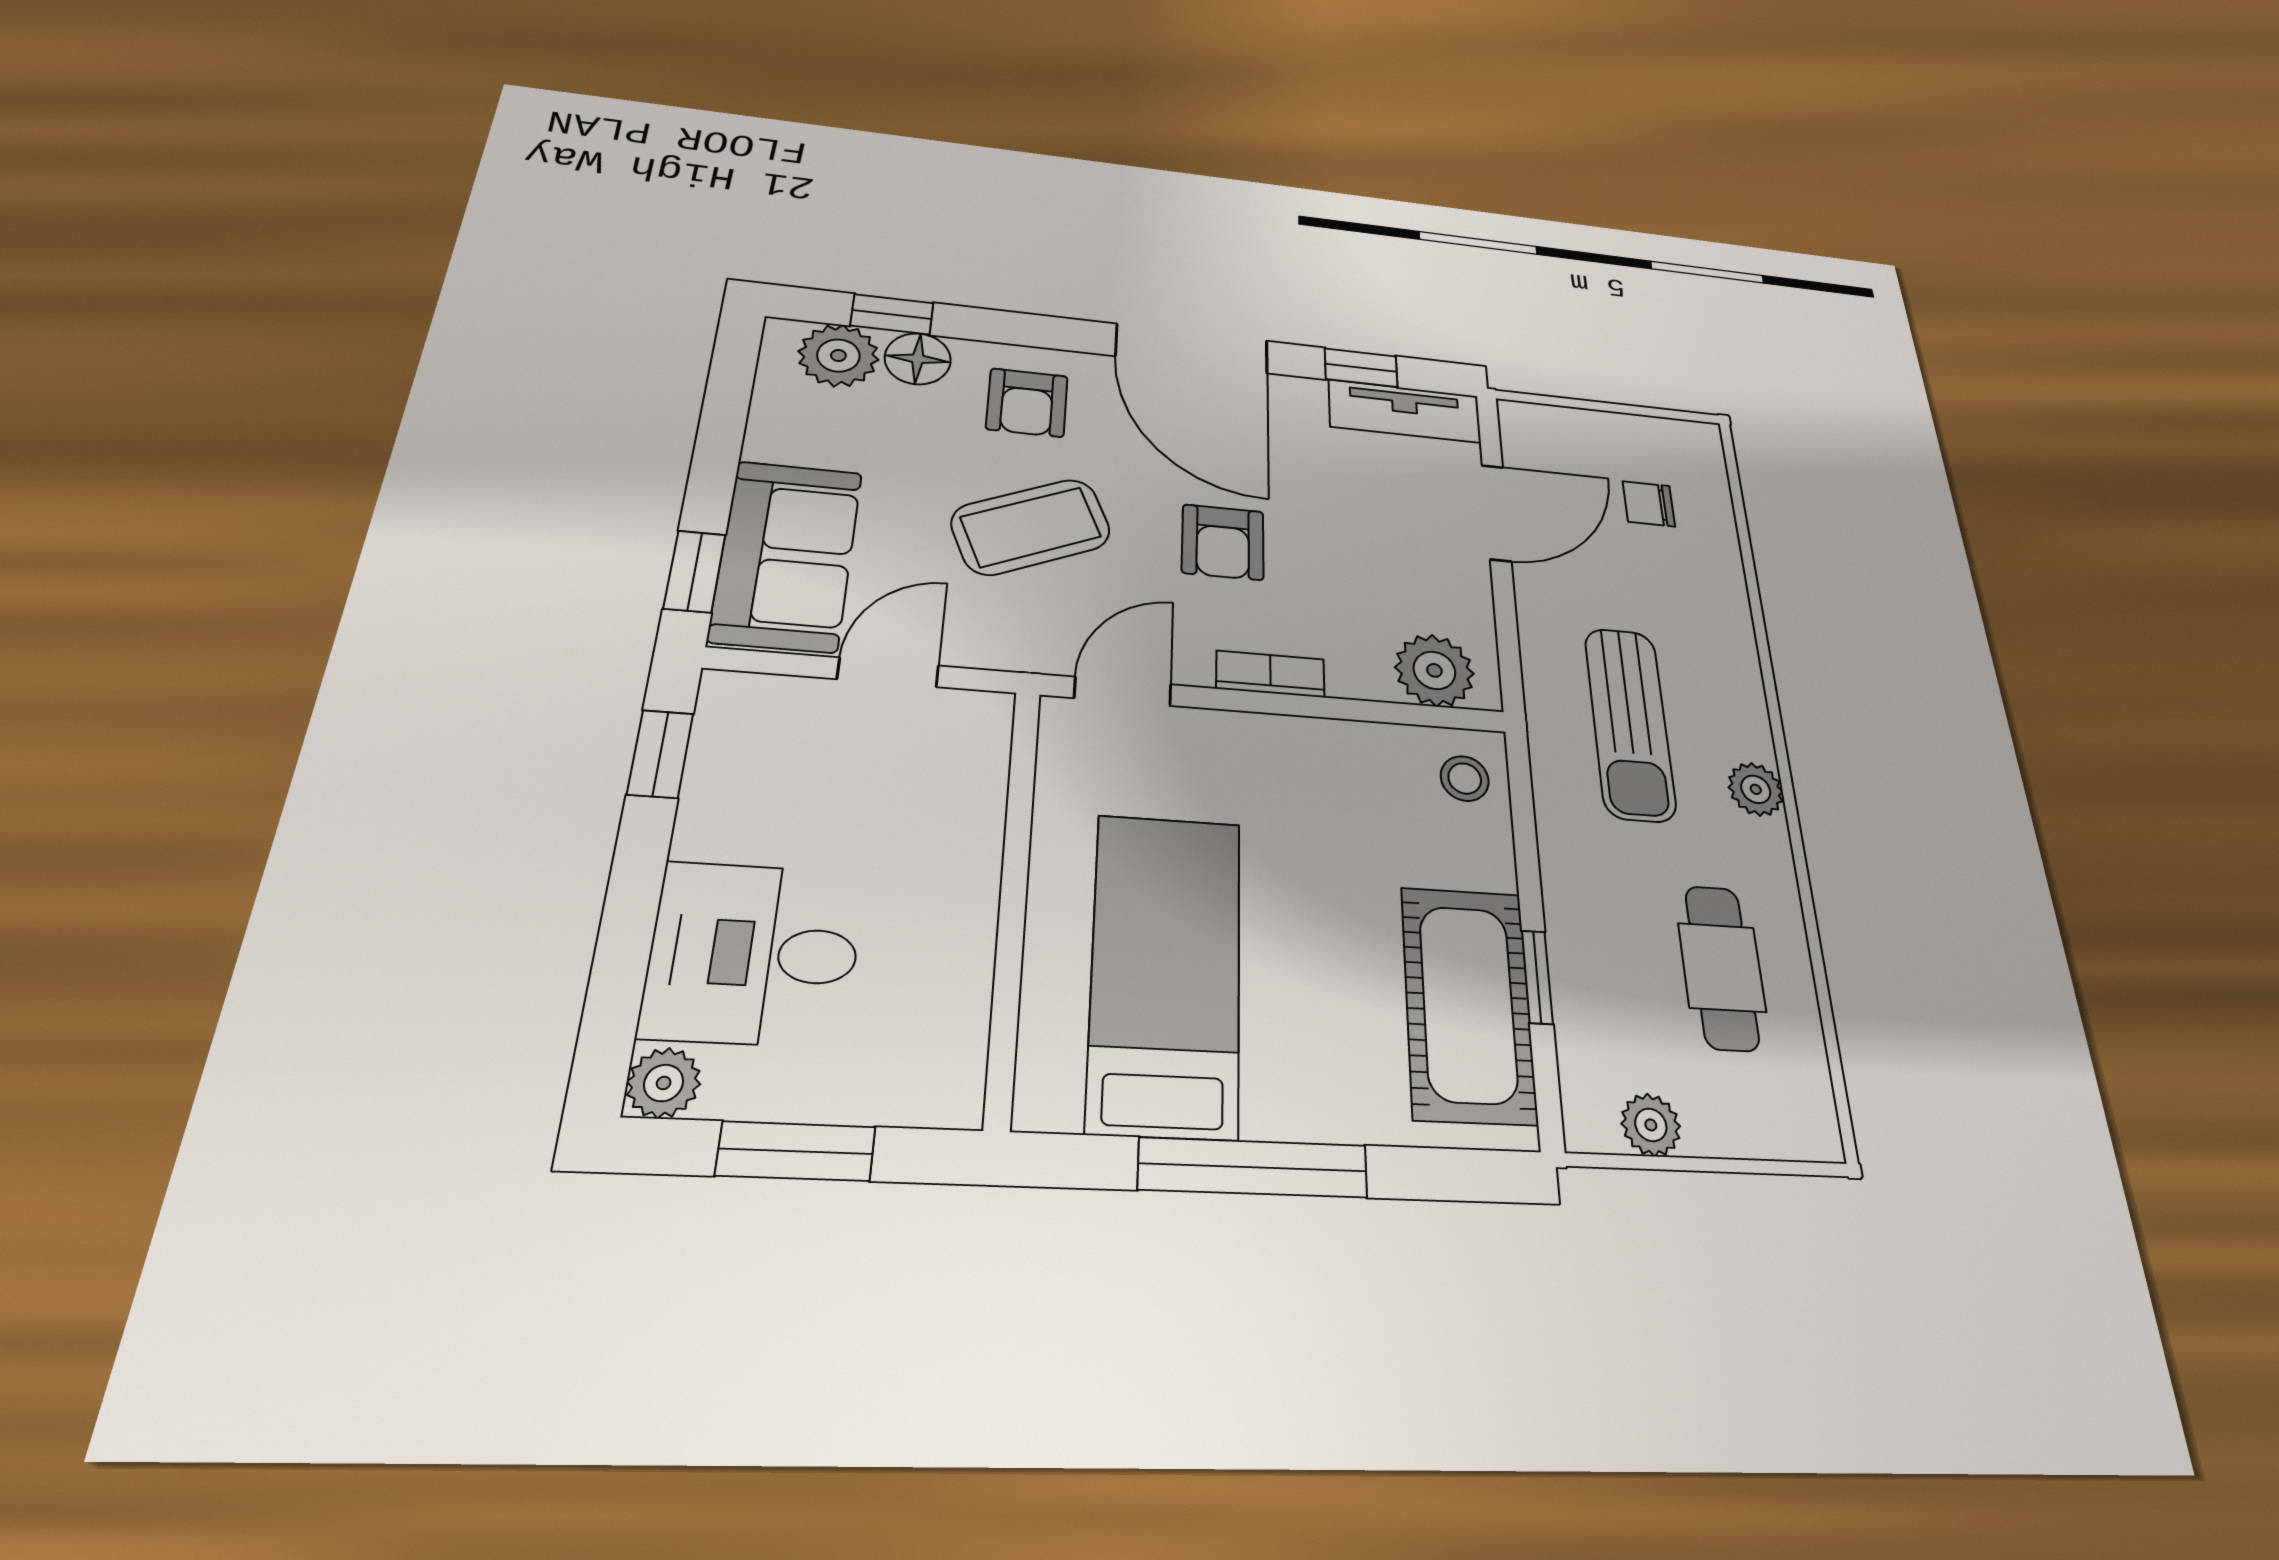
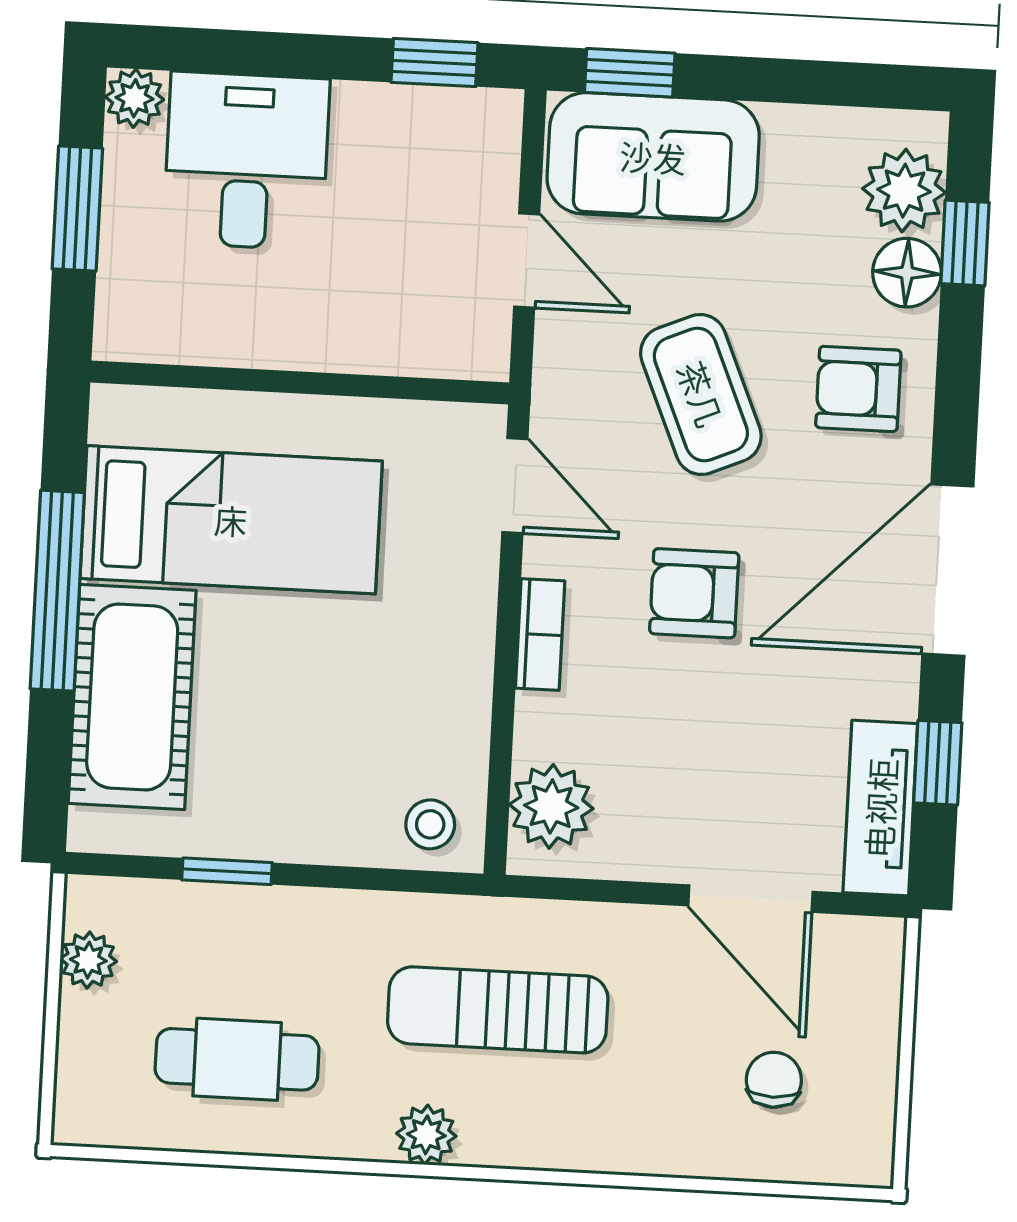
cot: (1468, 1003) -> (132, 697), moved, turned 90

